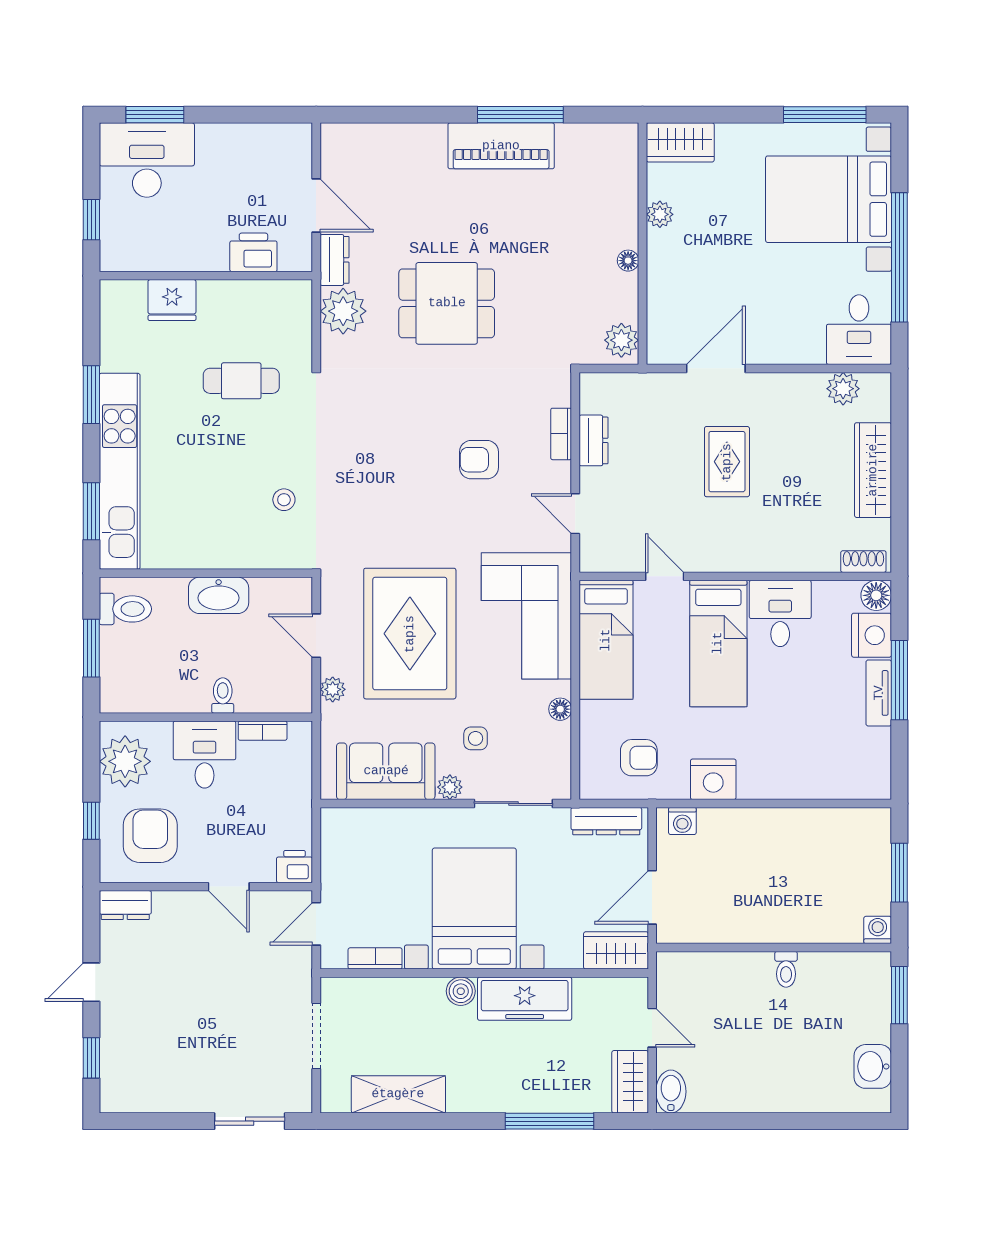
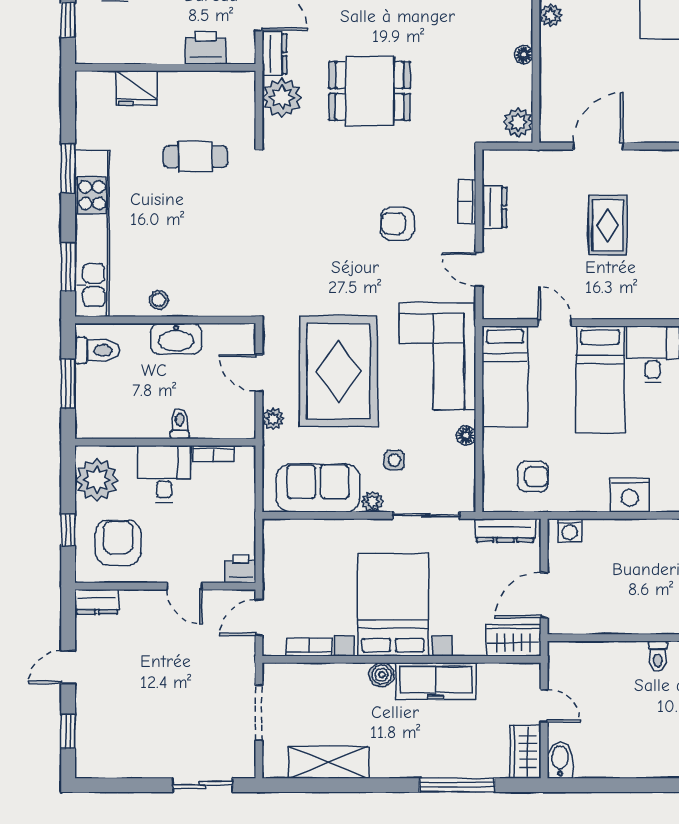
stool: (284, 500) -> (159, 300), moved
nightstand: (713, 779) -> (630, 495), moved

